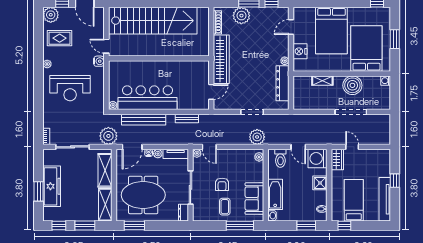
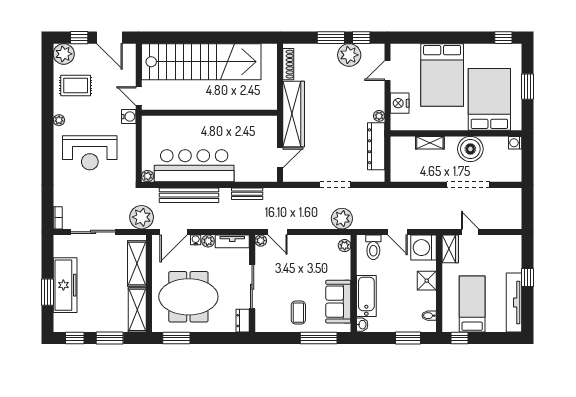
plant: (241, 16) -> (349, 55), moved
armchair: (222, 184) -> (295, 282), removed

